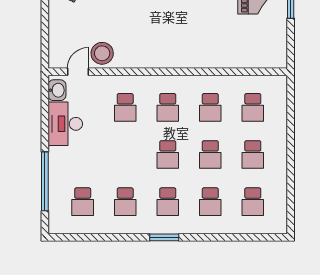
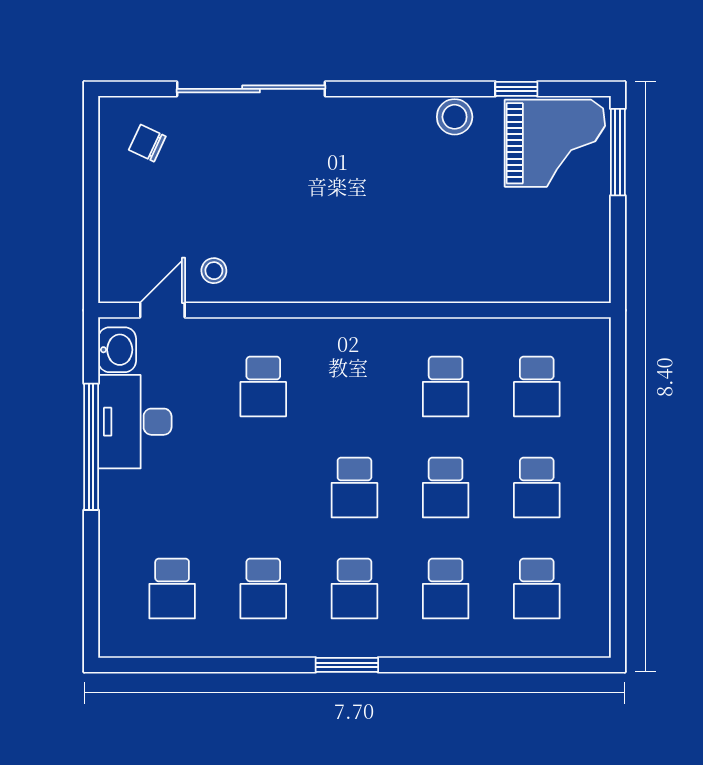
stool: (102, 53) -> (214, 271), width x0.53, depth x0.53
school desk: (168, 107) -> (354, 387), removed
window: (45, 181) -> (91, 447), moved

